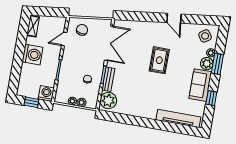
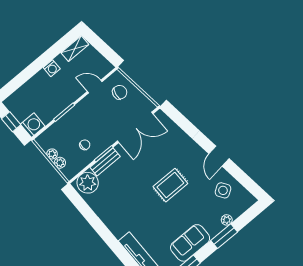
side table: (205, 36) -> (223, 190), moved
washing machine: (32, 55) -> (52, 68), width x0.53, depth x0.53
plant: (207, 64) -> (214, 227), removed

